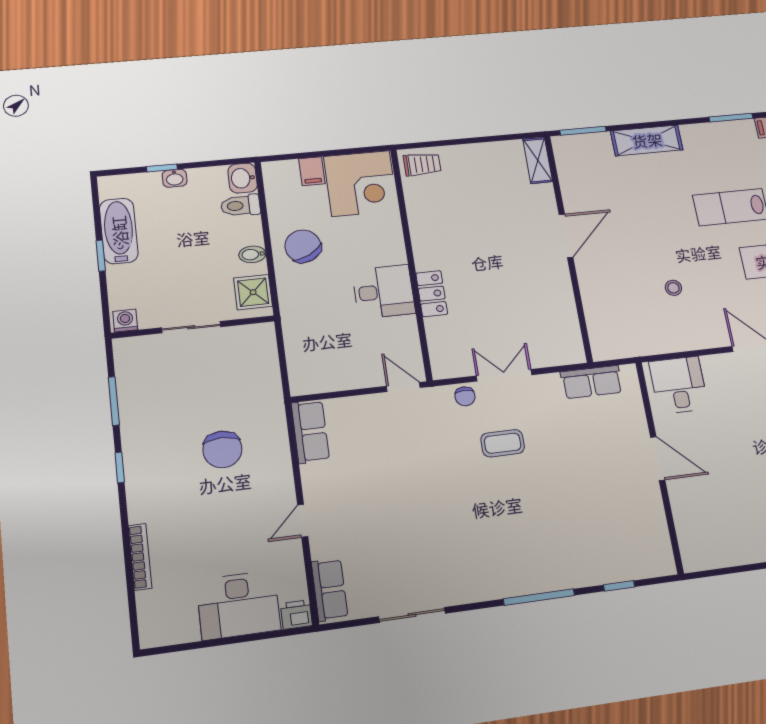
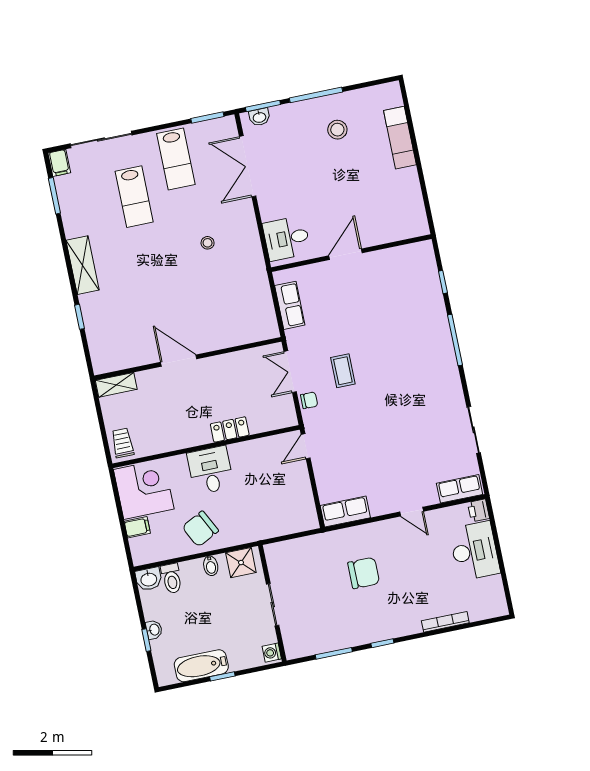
window: (583, 131) -> (79, 317), width x0.67
shelving: (538, 160) -> (116, 385), moved
door: (566, 236) -> (179, 361), moved
wall: (568, 247) -> (188, 359), moved
desk: (384, 292) -> (210, 470), moved

